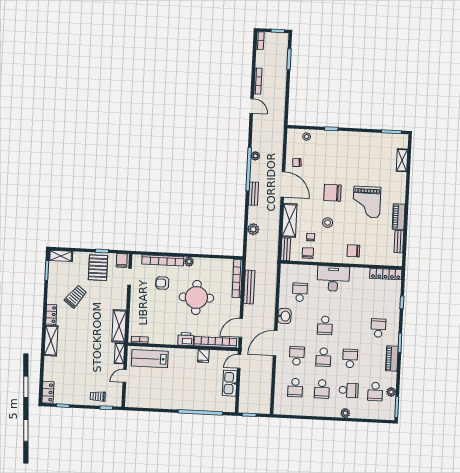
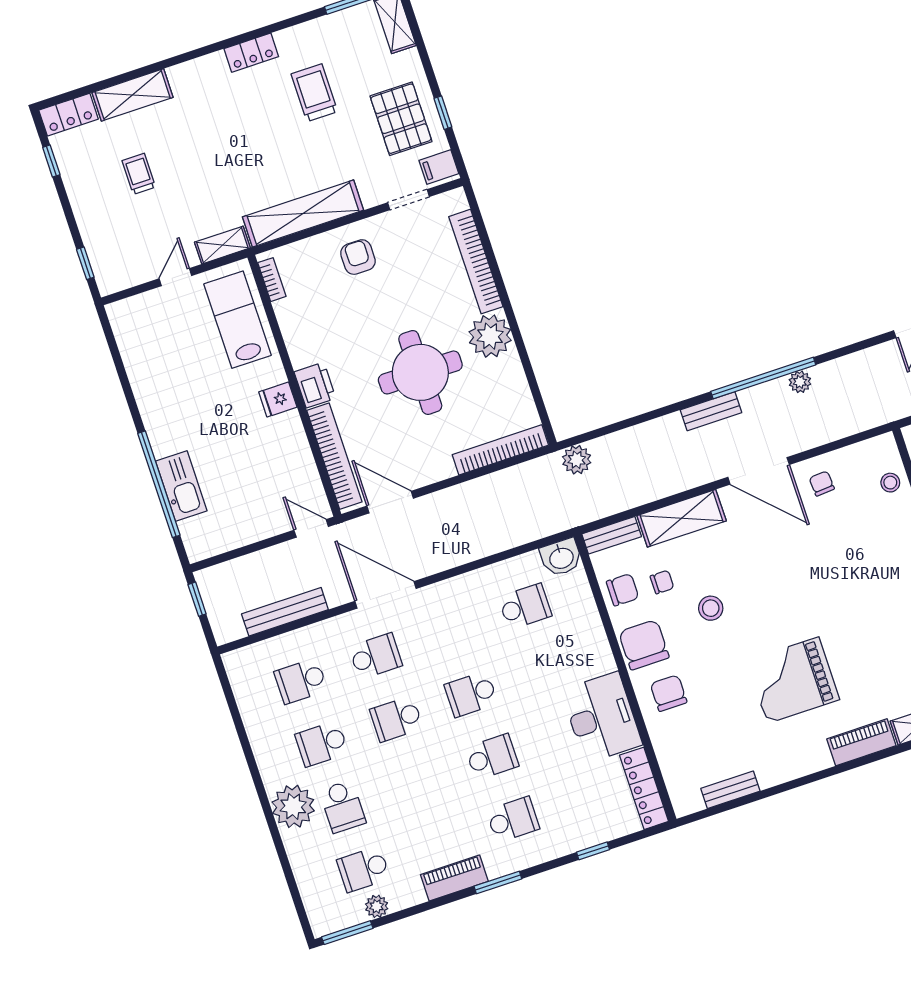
door: (283, 184) -> (759, 471), hinge flipped
chair: (332, 193) -> (644, 645), moved
piano: (399, 217) -> (861, 742), moved
plant: (253, 229) -> (577, 460), moved
plant: (189, 262) -> (490, 336), width x1.88, depth x1.88
pallet: (98, 268) -> (401, 119), turned 90
desk: (333, 279) -> (602, 717), moved
armchair: (162, 283) -> (358, 257), moved
bench: (249, 287) -> (285, 612), moved
trolley: (76, 297) -> (314, 93), turned -128
washbasin: (284, 316) -> (561, 557), moved
shelving: (119, 326) -> (303, 214), width x1.47
shelving: (51, 341) -> (133, 95), moved
fridge: (203, 356) -> (278, 399), moved
school desk: (350, 358) -> (492, 757), moved
door: (125, 376) -> (175, 277), hinge flipped
kitchen sink: (230, 383) -> (181, 486), moved, turned 90
trolley: (98, 396) -> (139, 174), moved
plant: (345, 413) -> (293, 806), width x1.87, depth x1.87

